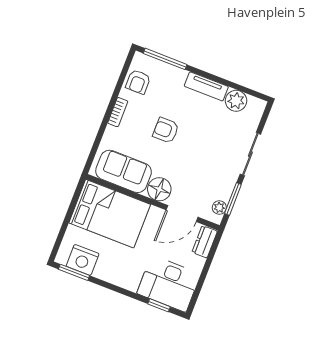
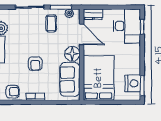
coffee table: (215, 176) -> (51, 23), added

